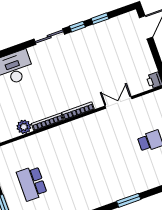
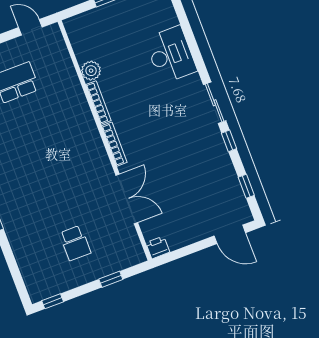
window: (100, 19) -> (246, 186), moved
double door: (118, 102) -> (127, 199), width x1.37

